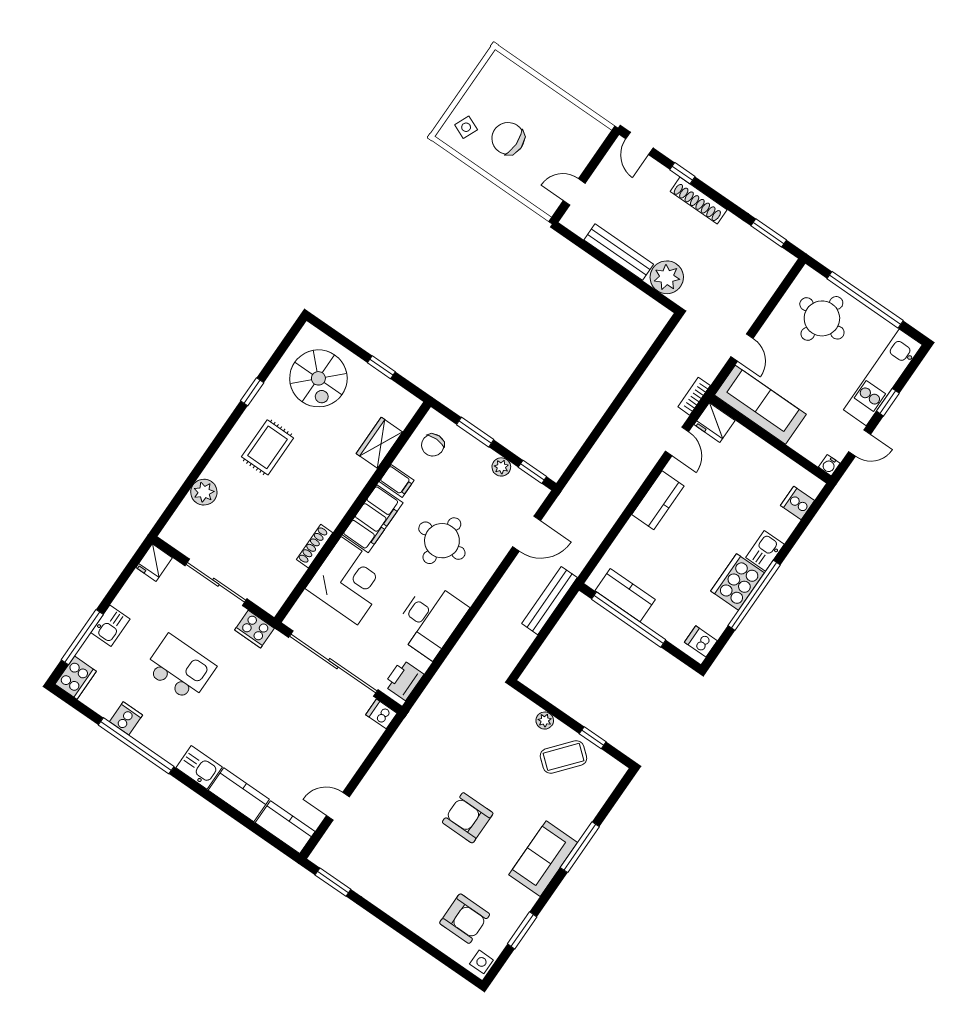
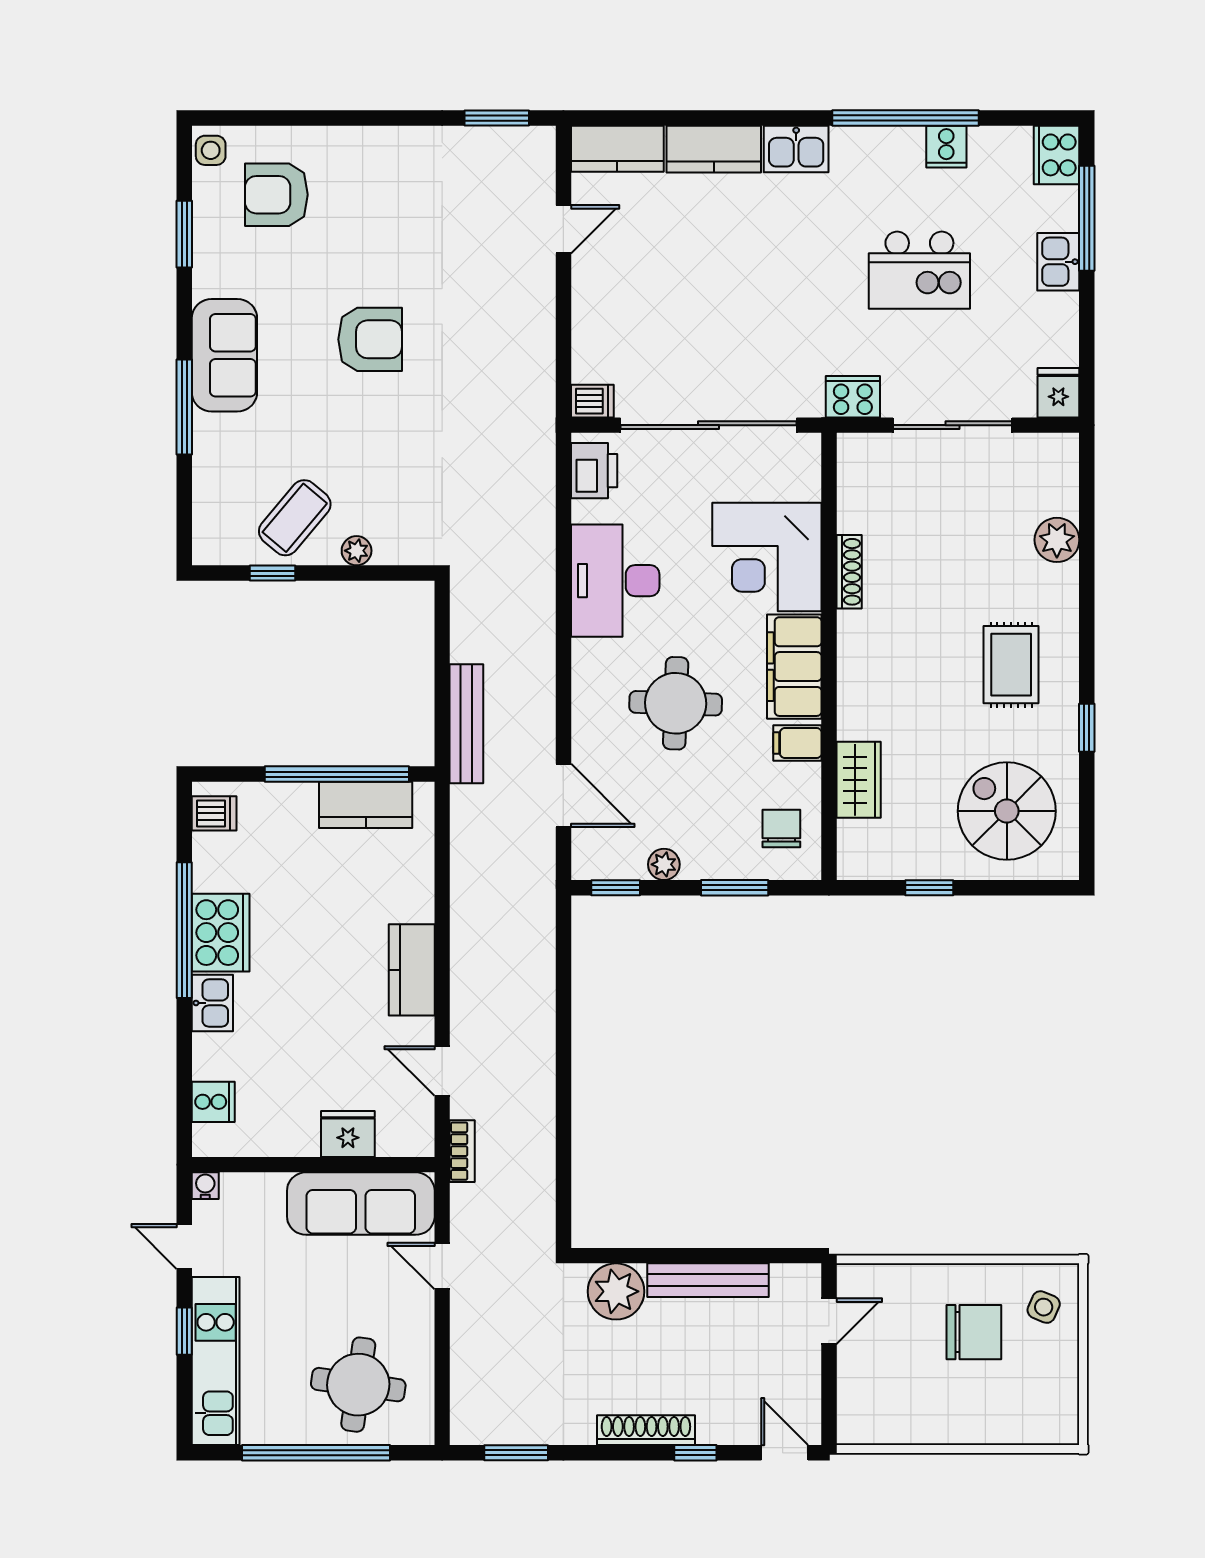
fridge: (715, 423) -> (348, 1134), moved
door: (860, 443) -> (184, 1246), hinge flipped
door: (527, 534) -> (563, 795), swing flipped

